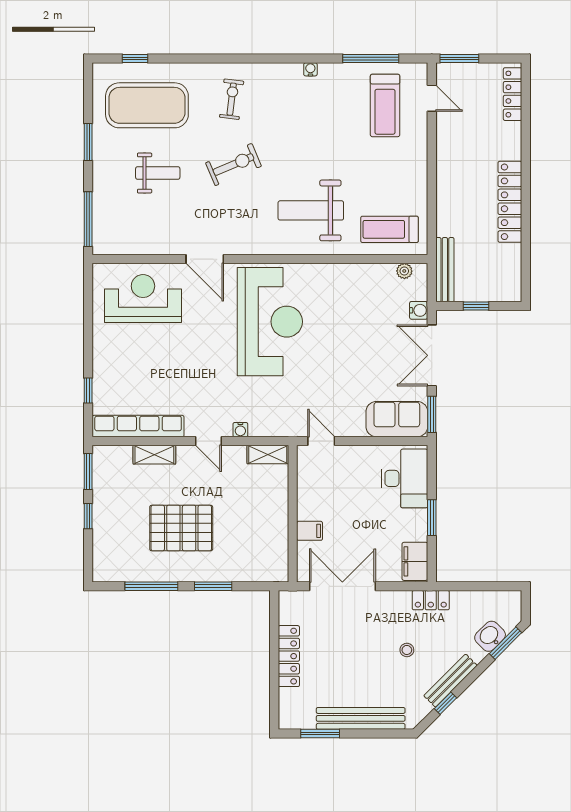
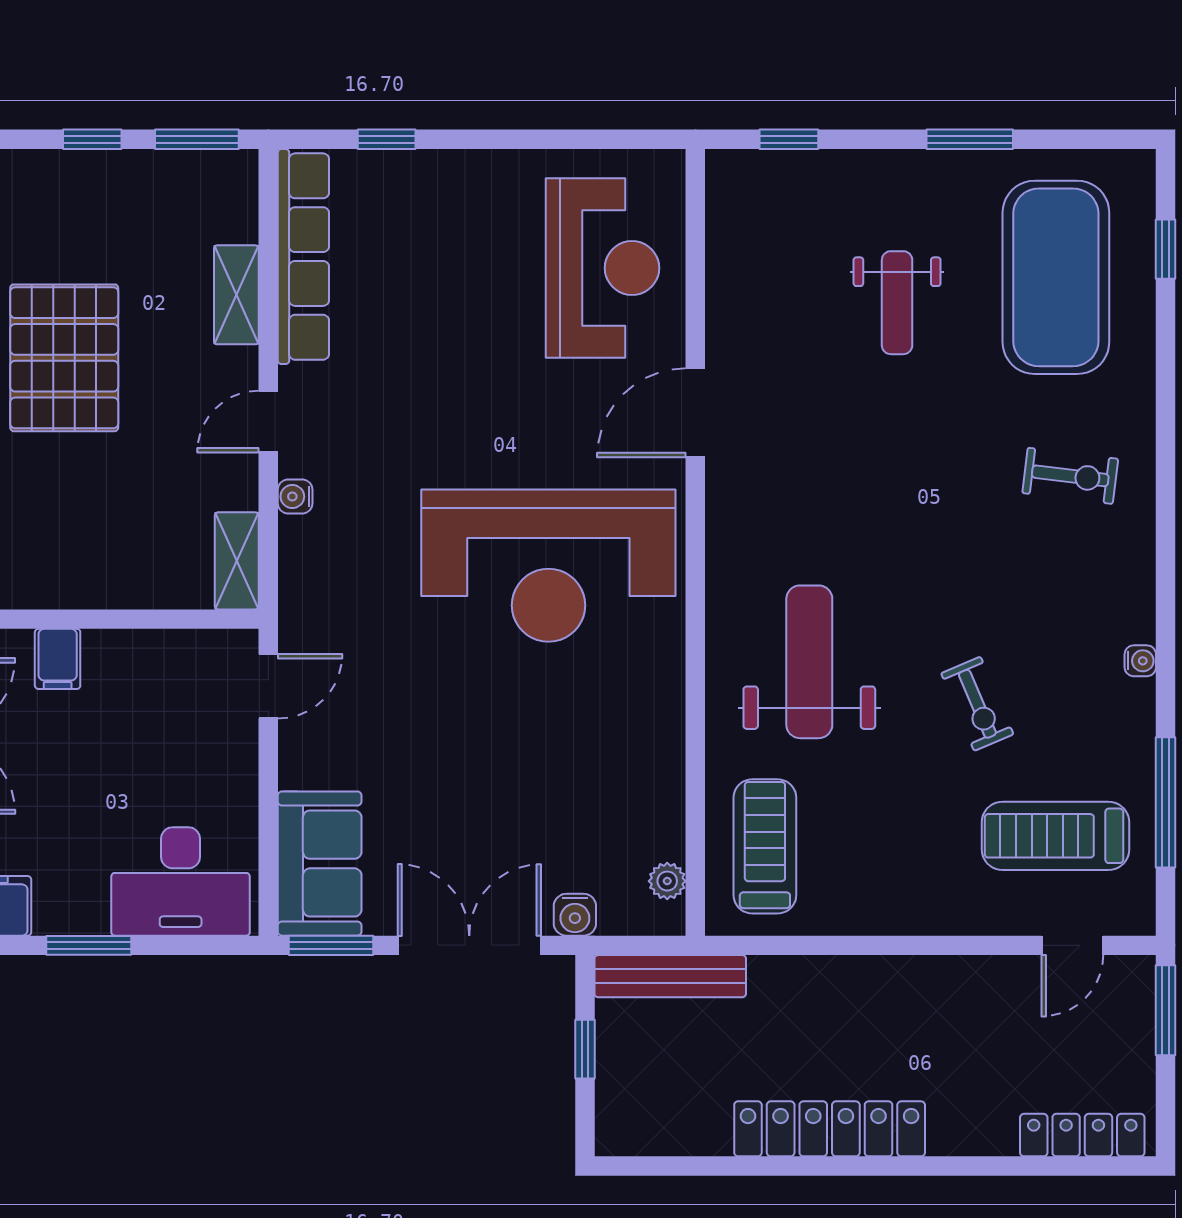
exercise bike: (233, 164) -> (977, 704), moved, width x0.73, depth x0.72
window: (88, 219) -> (789, 139), width x0.46

